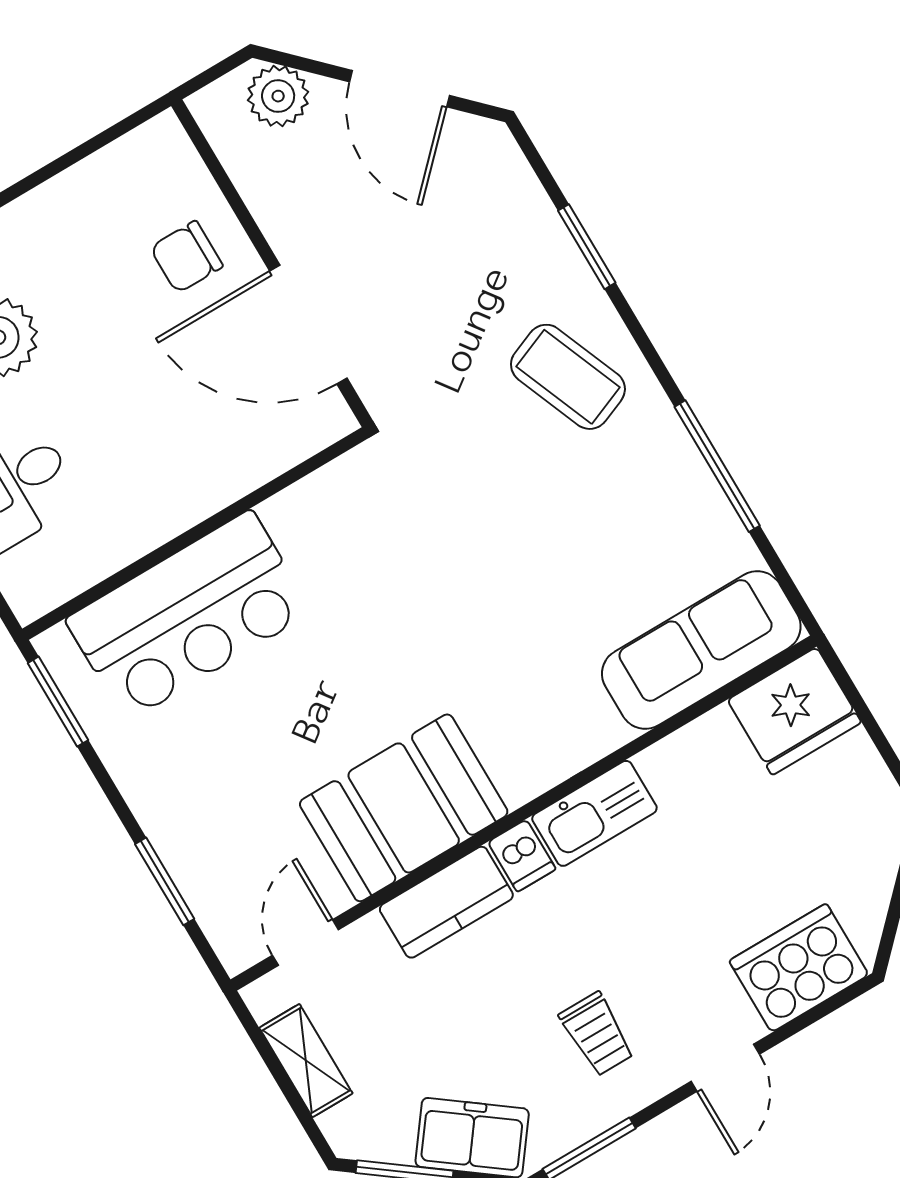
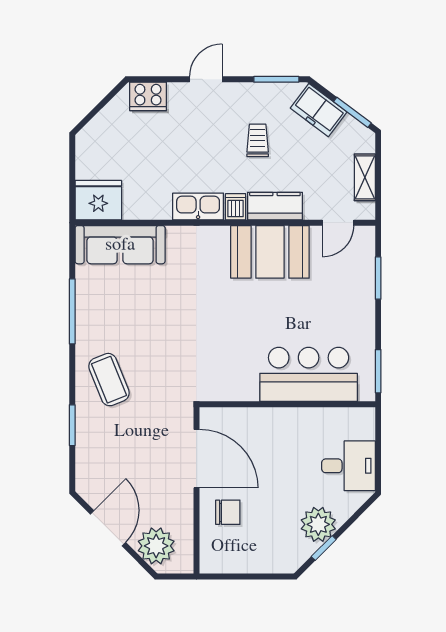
plant: (278, 96) -> (156, 546), width x1.36, depth x1.36
cooker: (799, 968) -> (148, 96), width x0.73, depth x0.76
trolley: (597, 1034) -> (258, 140), moved

